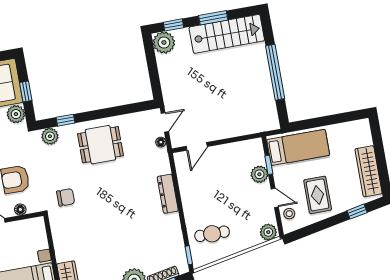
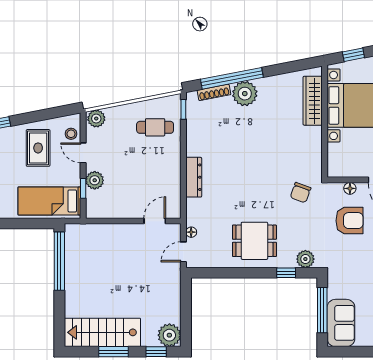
window: (275, 72) -> (59, 261), moved
window: (26, 91) -> (322, 310), width x2.17
plant: (16, 114) -> (337, 288), removed
chair: (66, 197) -> (301, 193), turned -70

